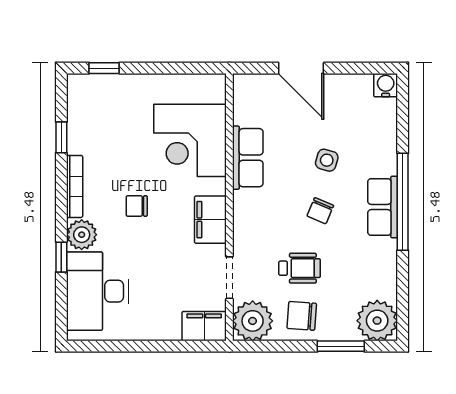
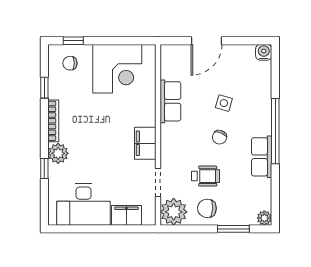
door: (301, 68) -> (206, 41), hinge flipped
corner desk: (190, 140) -> (117, 69), moved, turned -90
chair: (137, 206) -> (70, 63), moved
row of seats: (383, 207) -> (262, 157), moved
desk: (97, 291) -> (84, 204), moved, turned -90
plant: (377, 321) -> (264, 218), width x0.53, depth x0.53
filing cabinet: (204, 326) -> (126, 215), moved

